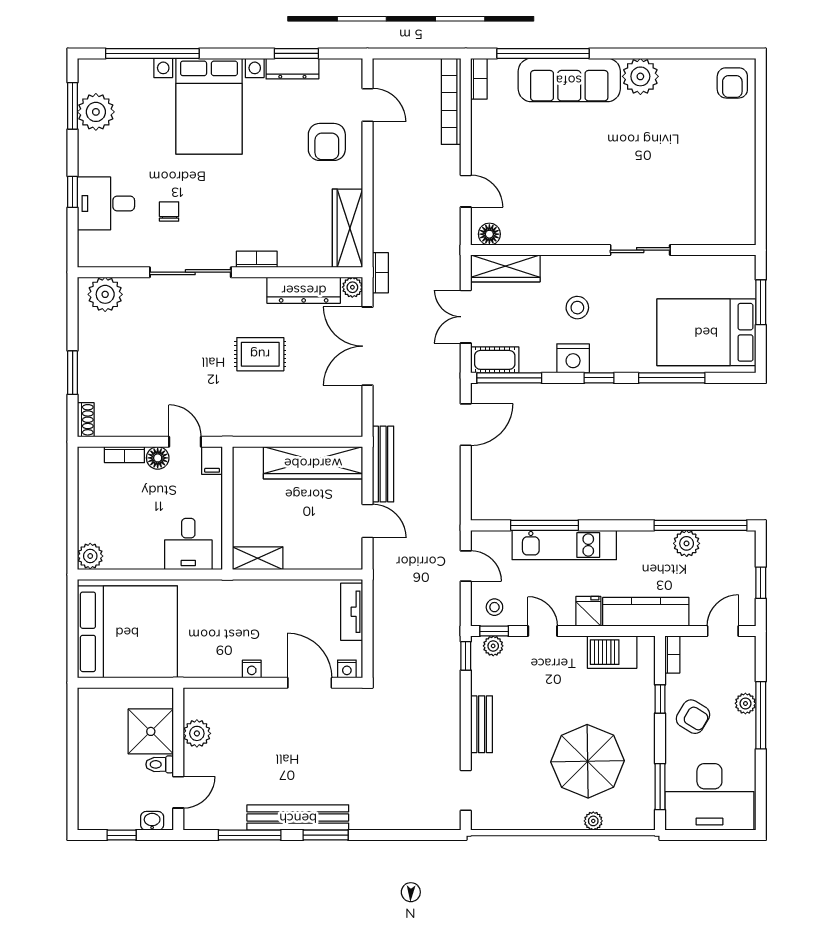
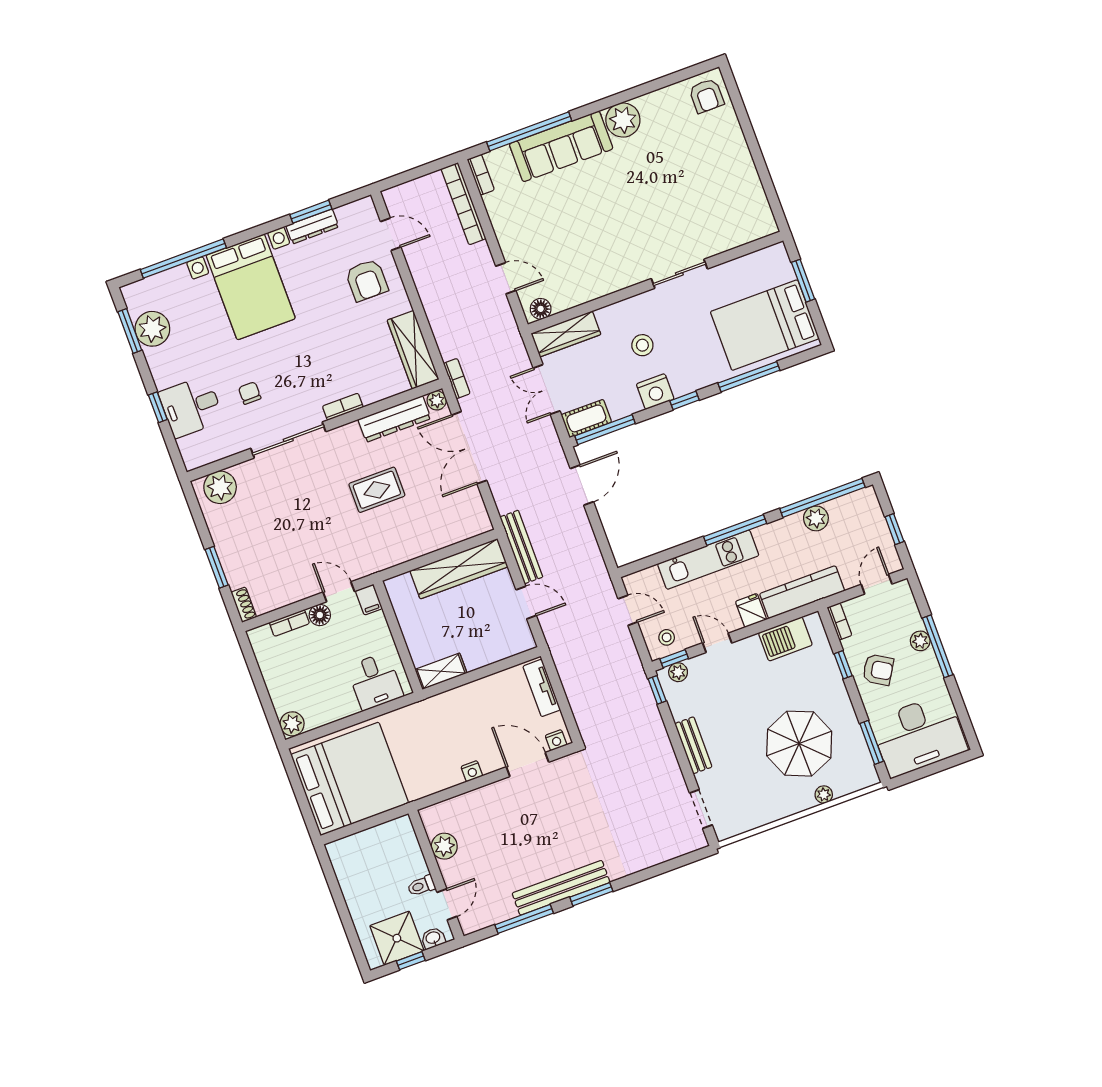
window: (544, 525) -> (735, 530), moved
shower: (151, 731) -> (397, 938), moved

